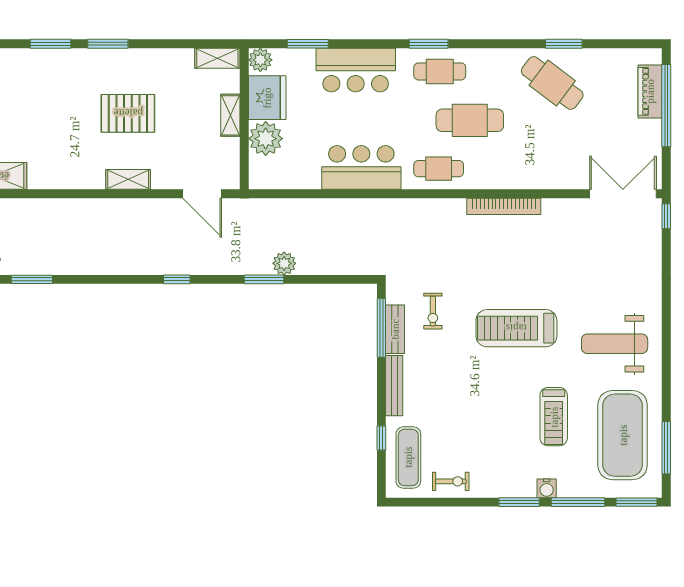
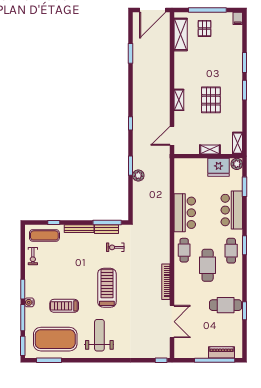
cafe table: (552, 83) -> (226, 305), turned 53
plant: (266, 139) -> (199, 166), removed
double door: (623, 194) -> (172, 322), moved

